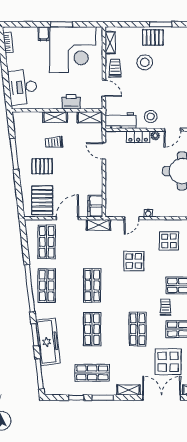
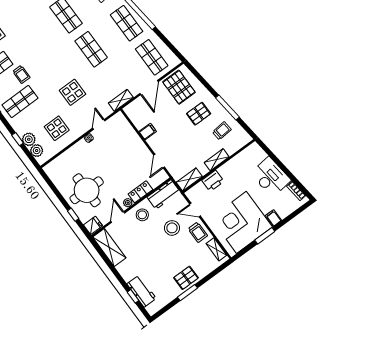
stool: (145, 62) -> (172, 228), moved
desk: (23, 87) -> (271, 177), moved
trolley: (54, 142) -> (222, 131), moved
door: (104, 151) -> (159, 161), swing flipped
filing cabinet: (95, 206) -> (148, 132), moved, width x0.50
shop shelf: (138, 329) -> (30, 41), removed

